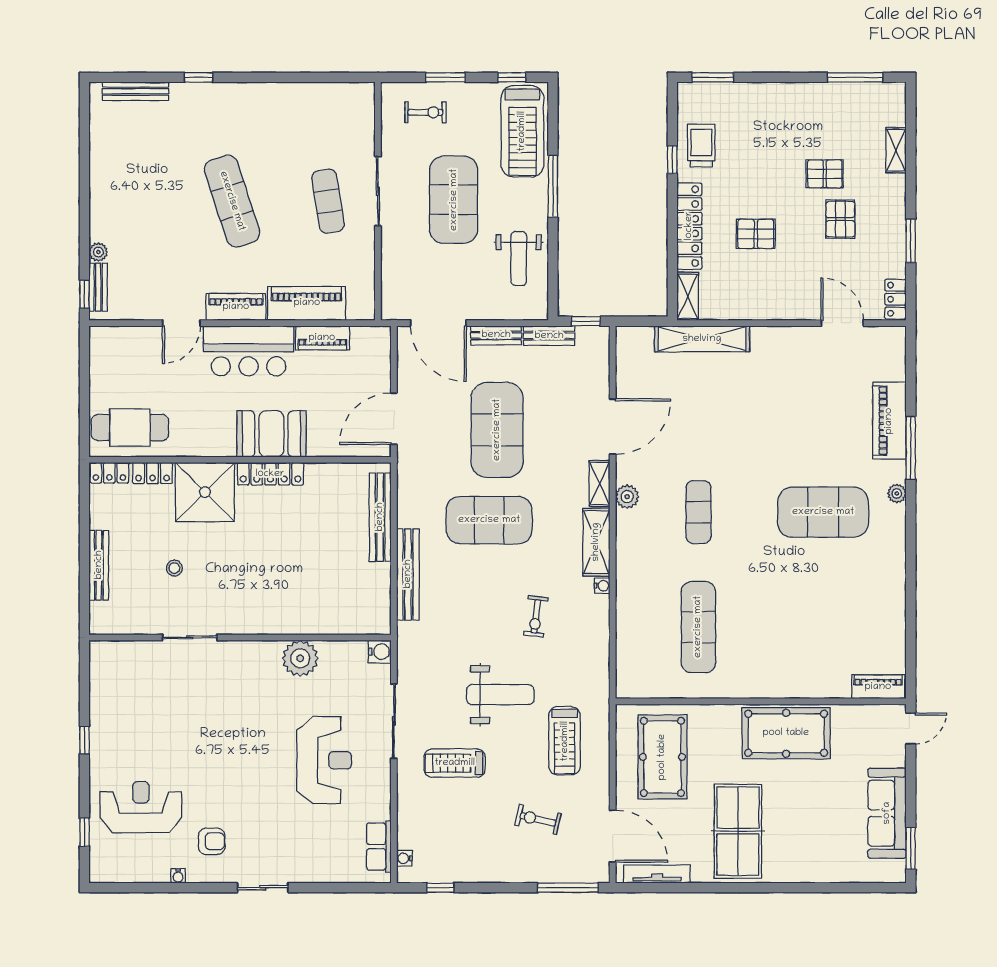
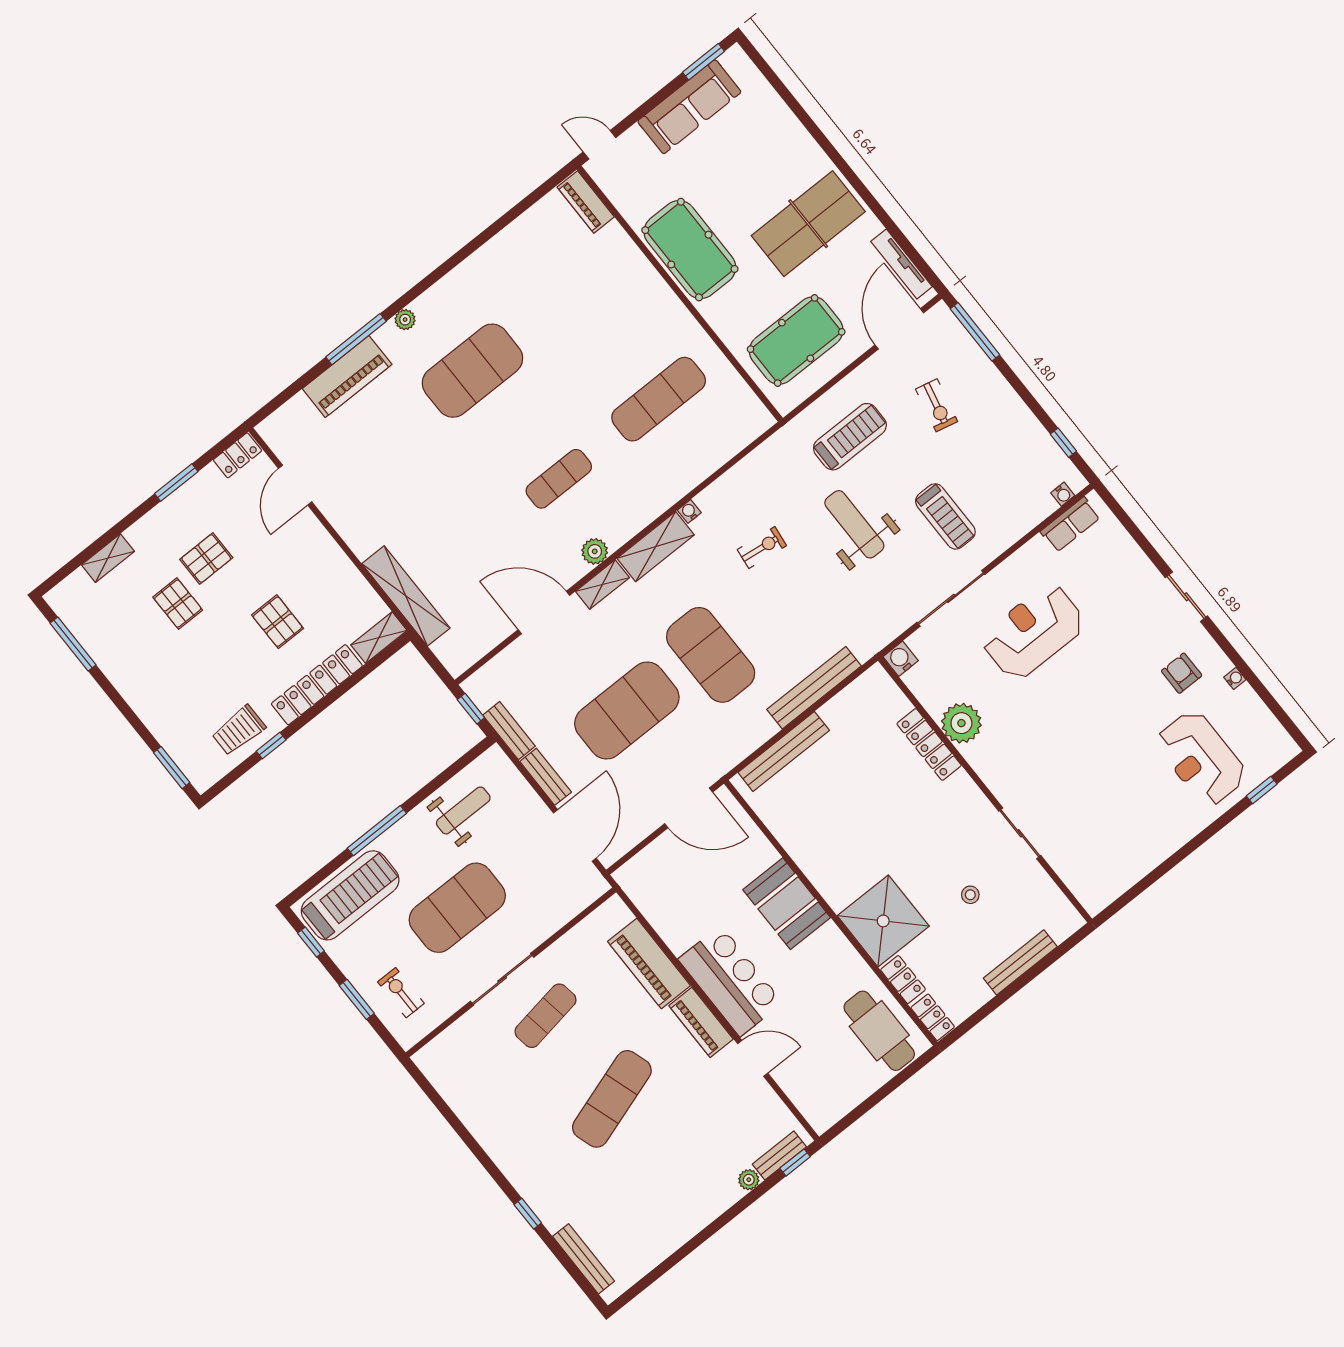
piano: (322, 338) -> (668, 926), removed
locker: (270, 474) -> (929, 744), moved, turned 180
exercise mat: (823, 512) -> (472, 371), turned 90
window: (84, 740) -> (1182, 854), removed

